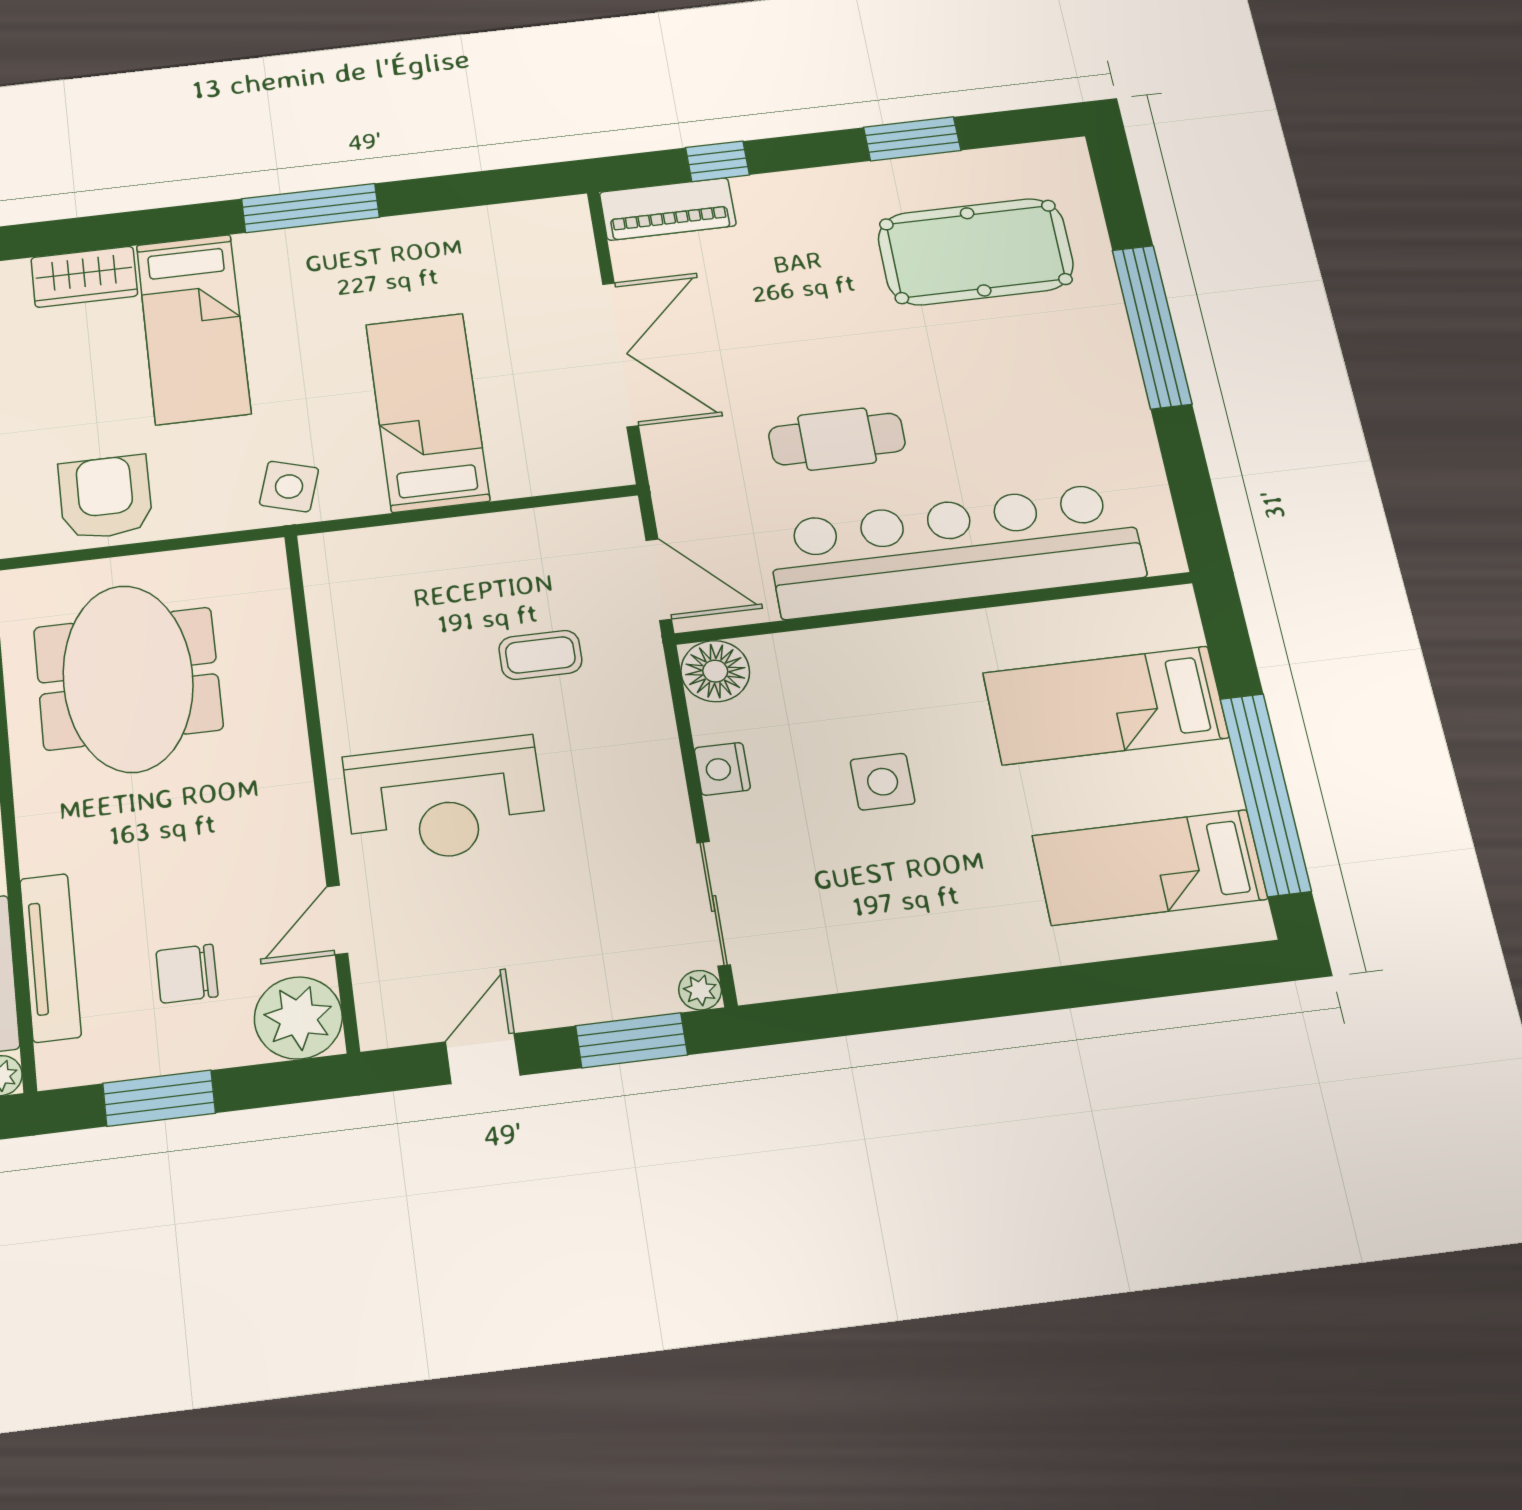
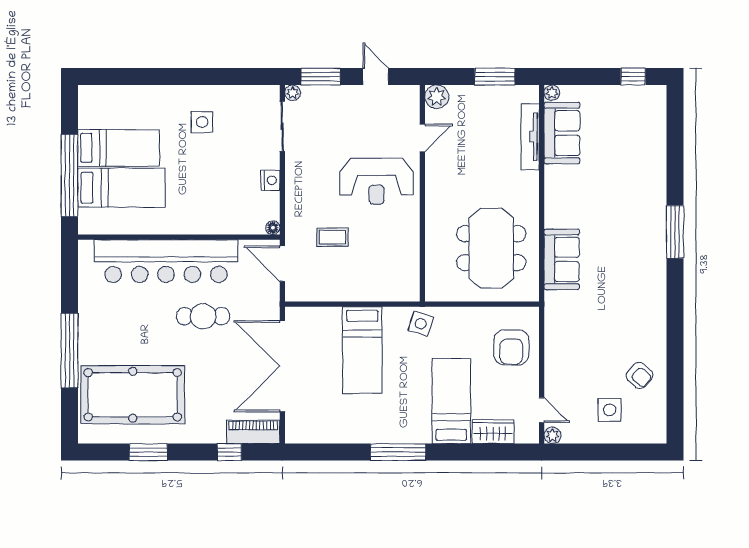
pool table: (976, 252) -> (133, 395), width x1.36, depth x1.32
double door: (620, 354) -> (282, 366), width x1.36
armchair: (105, 497) -> (511, 347), moved
floor lamp: (715, 671) -> (273, 228), width x0.53, depth x0.53
side table: (883, 782) -> (202, 122), moved
window: (1265, 794) -> (69, 175), moved
reception desk: (445, 800) -> (376, 181), turned 180
bed: (1150, 867) -> (119, 148), moved
chair: (187, 974) -> (480, 124), removed
plant: (298, 1018) -> (437, 97), width x0.73, depth x0.73
door: (483, 1059) -> (376, 77), swing flipped

